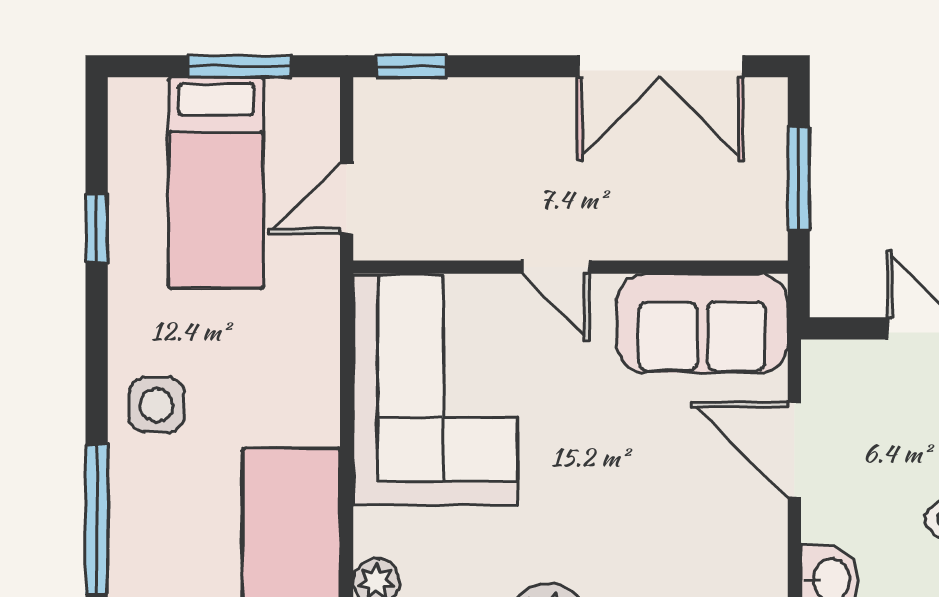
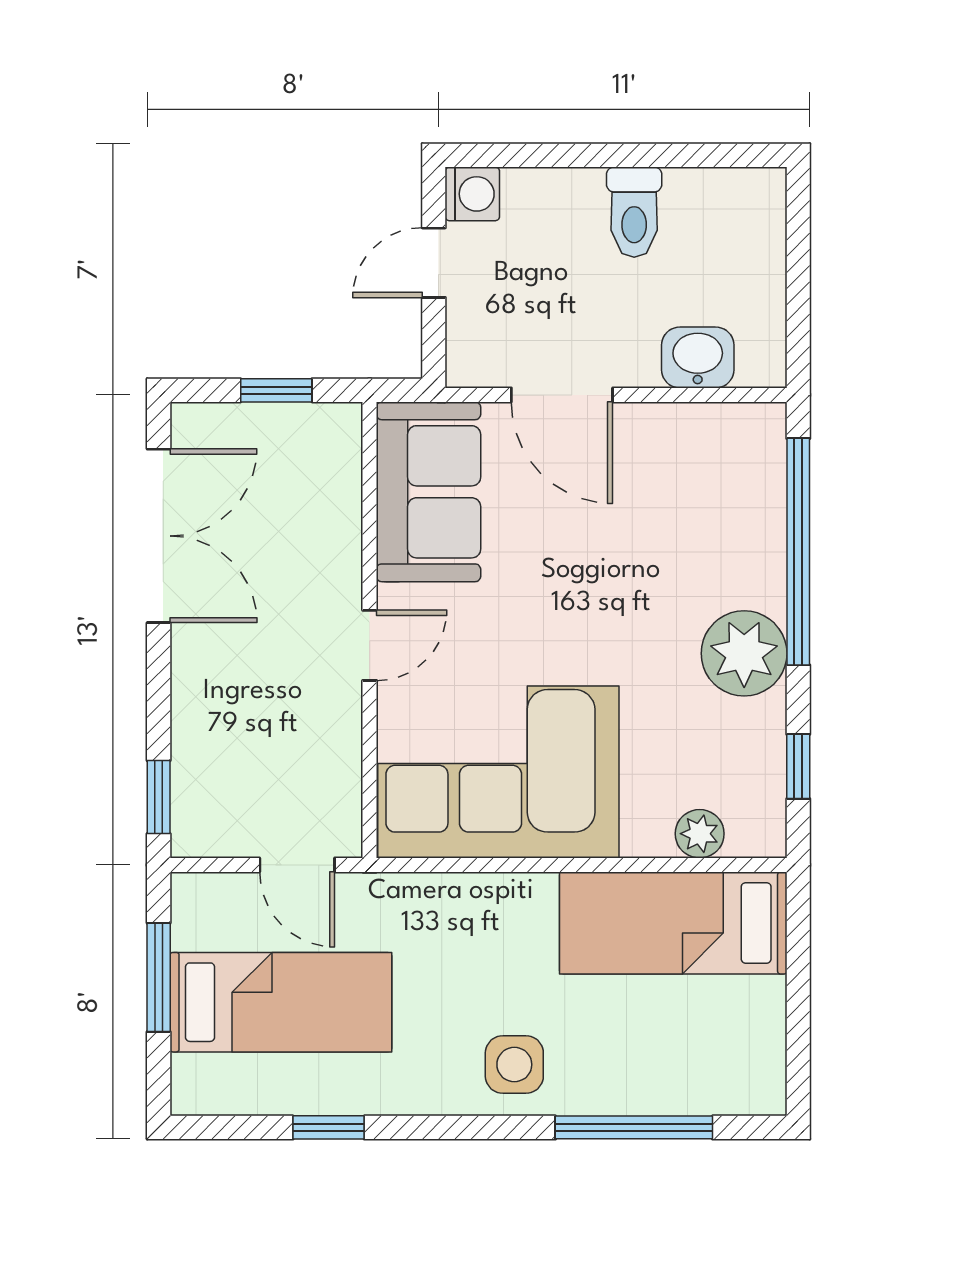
window: (799, 178) -> (276, 390), width x0.67
door: (794, 450) -> (562, 395), hinge flipped

